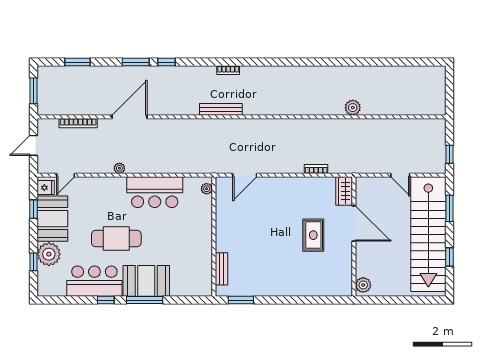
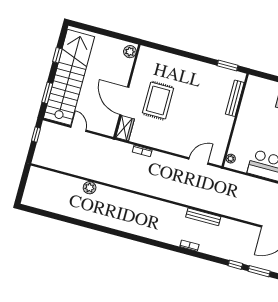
plant: (353, 108) -> (90, 188), moved
rug: (313, 235) -> (158, 101), width x1.36, depth x1.43
bench: (221, 269) -> (235, 98), width x1.36

